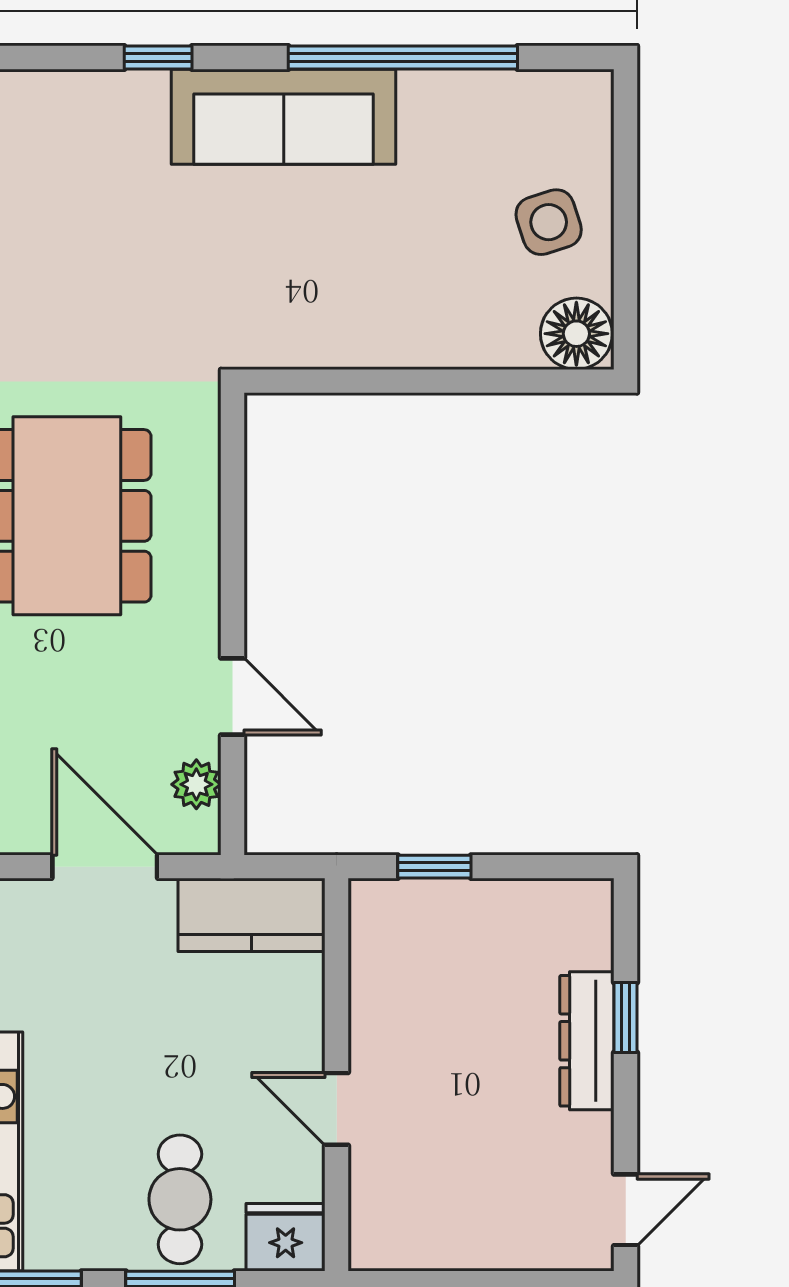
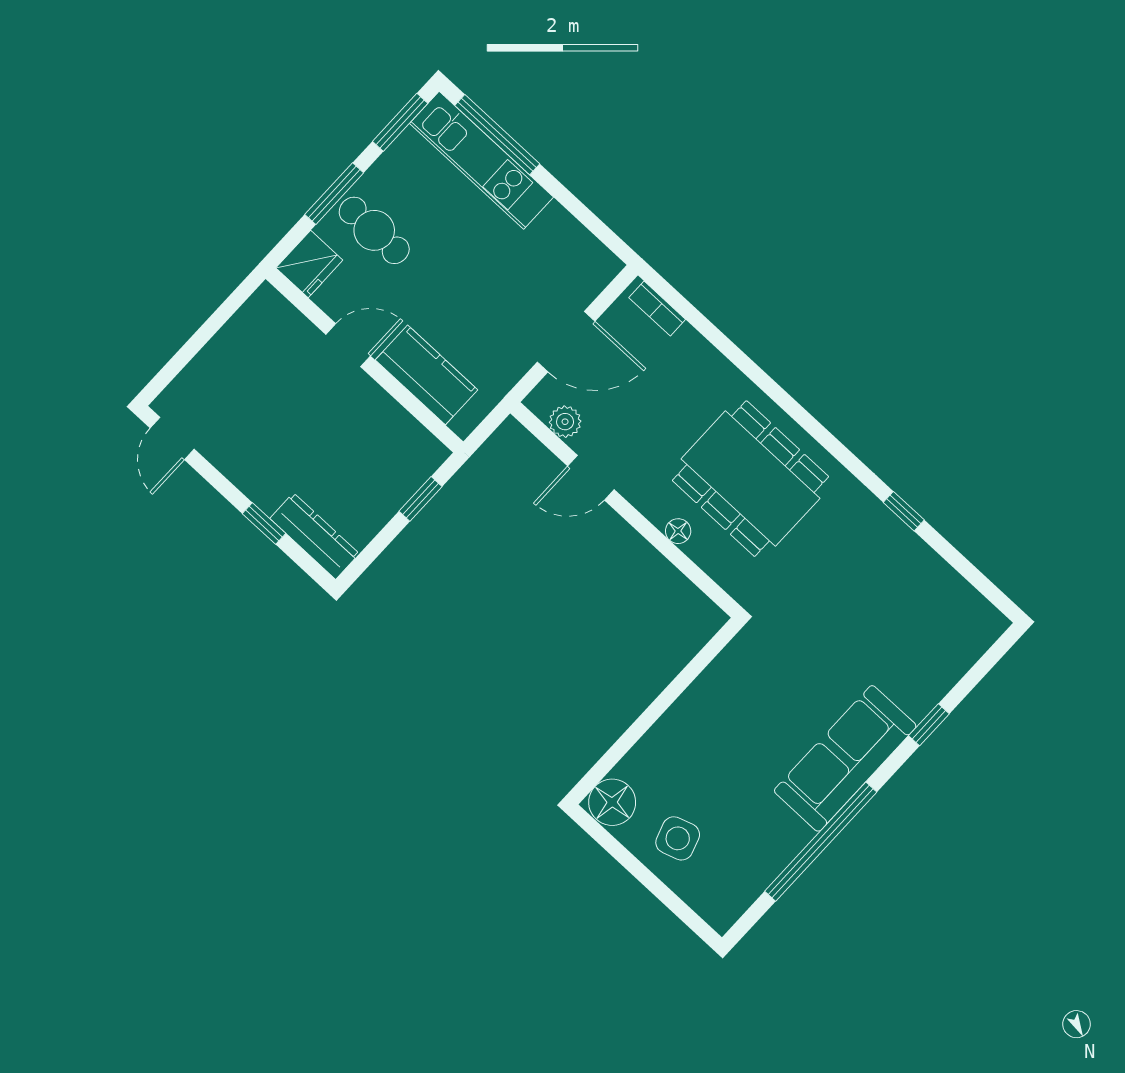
floor lamp: (202, 543) -> (678, 531), added
kitchen counter: (252, 915) -> (426, 375), moved, turned 90
dresser: (587, 1041) -> (315, 536), moved

